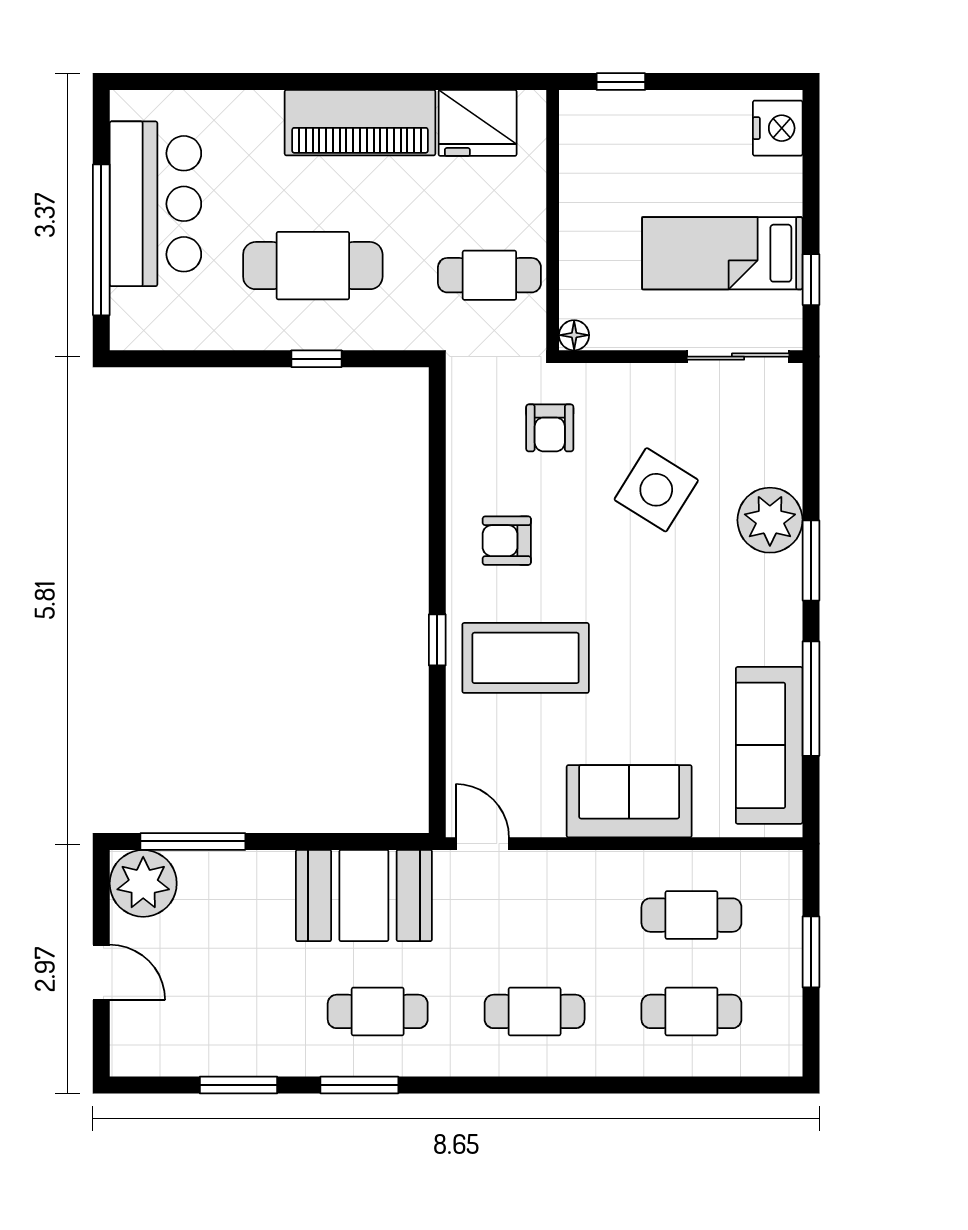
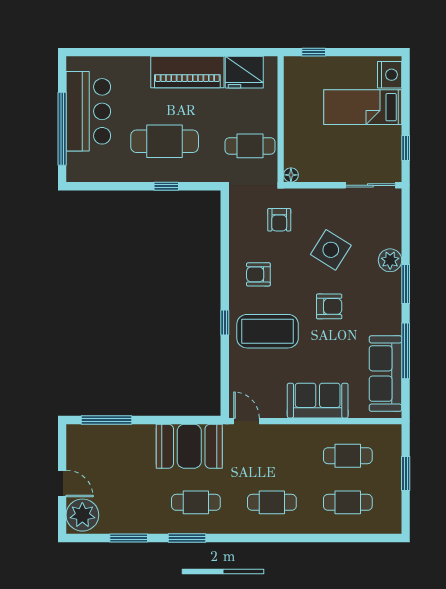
bed: (722, 253) -> (363, 107), moved
plant: (770, 520) -> (390, 260), width x0.73, depth x0.73
armchair: (653, 607) -> (329, 306), added
plant: (143, 883) -> (82, 515), moved

